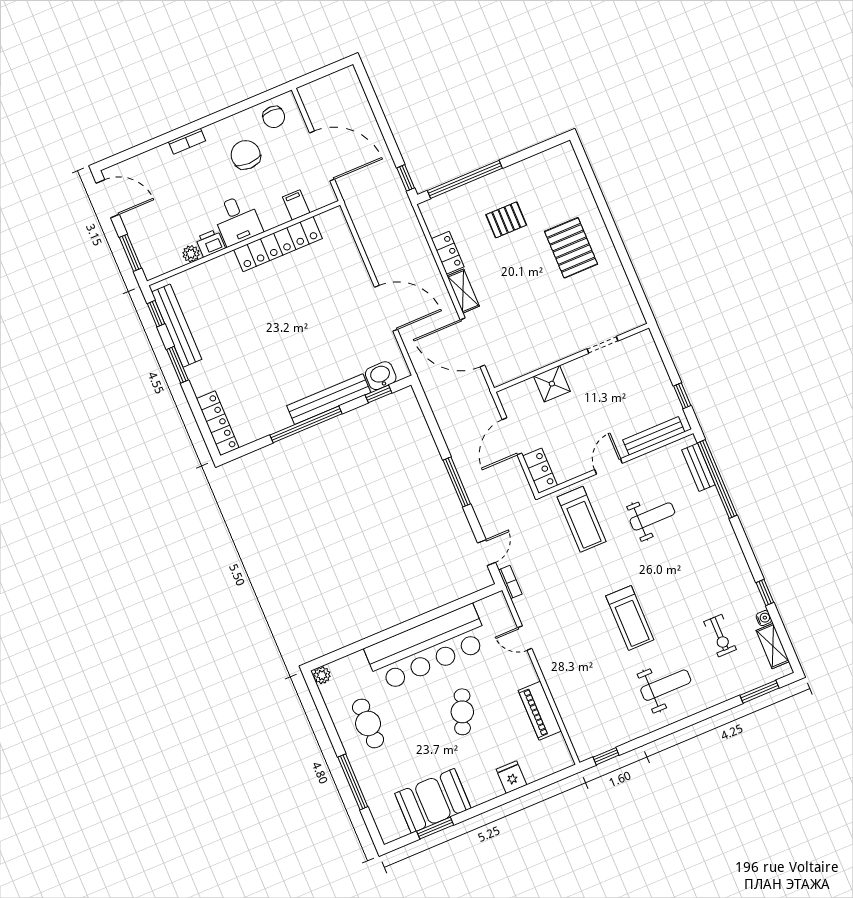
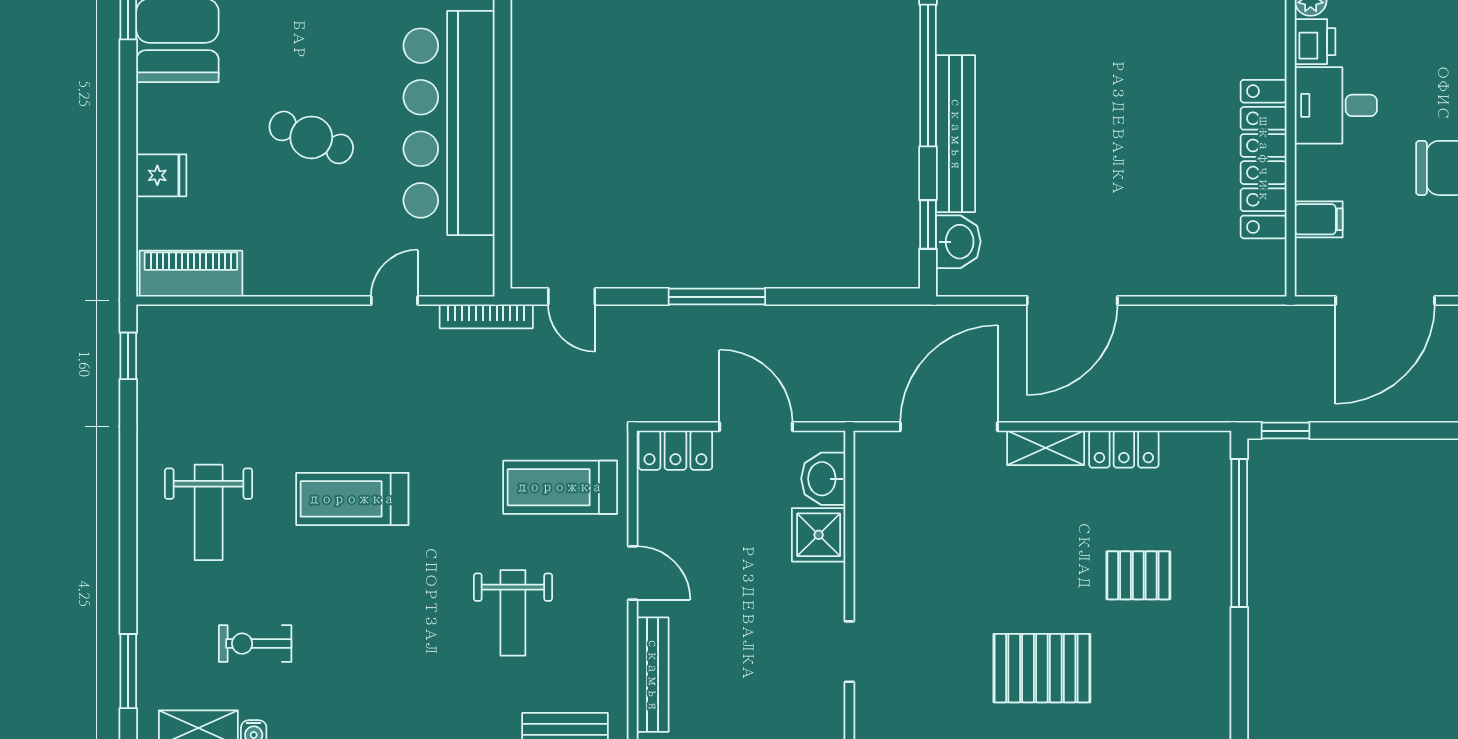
pallet: (506, 220) -> (1138, 575), turned 90
washbasin: (524, 393) -> (823, 479), added
bookcase: (510, 582) -> (486, 316), width x1.56
piano: (540, 711) -> (191, 274), moved

